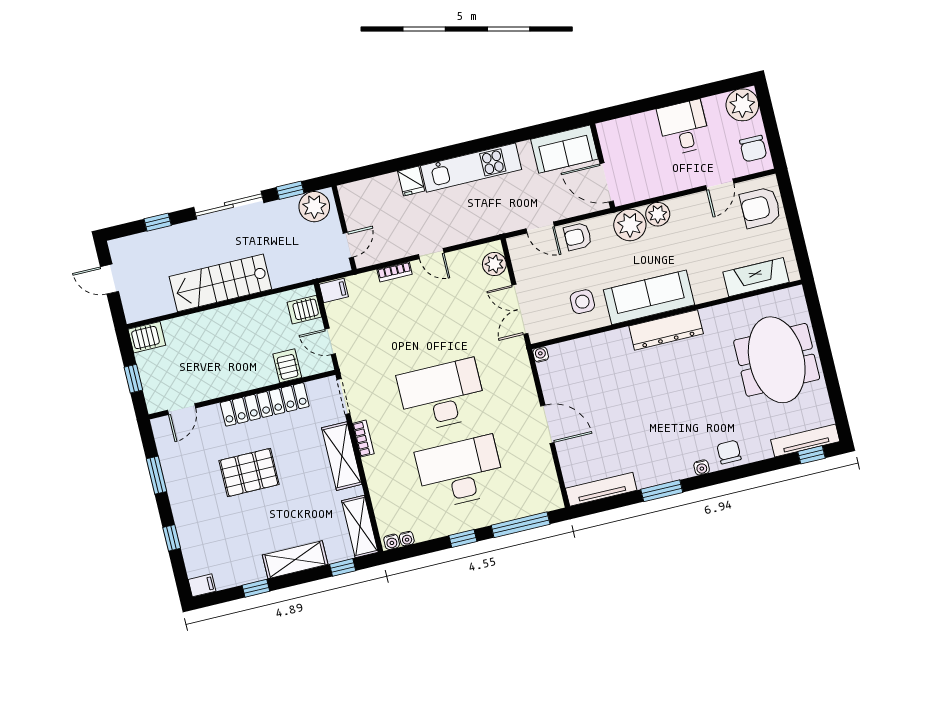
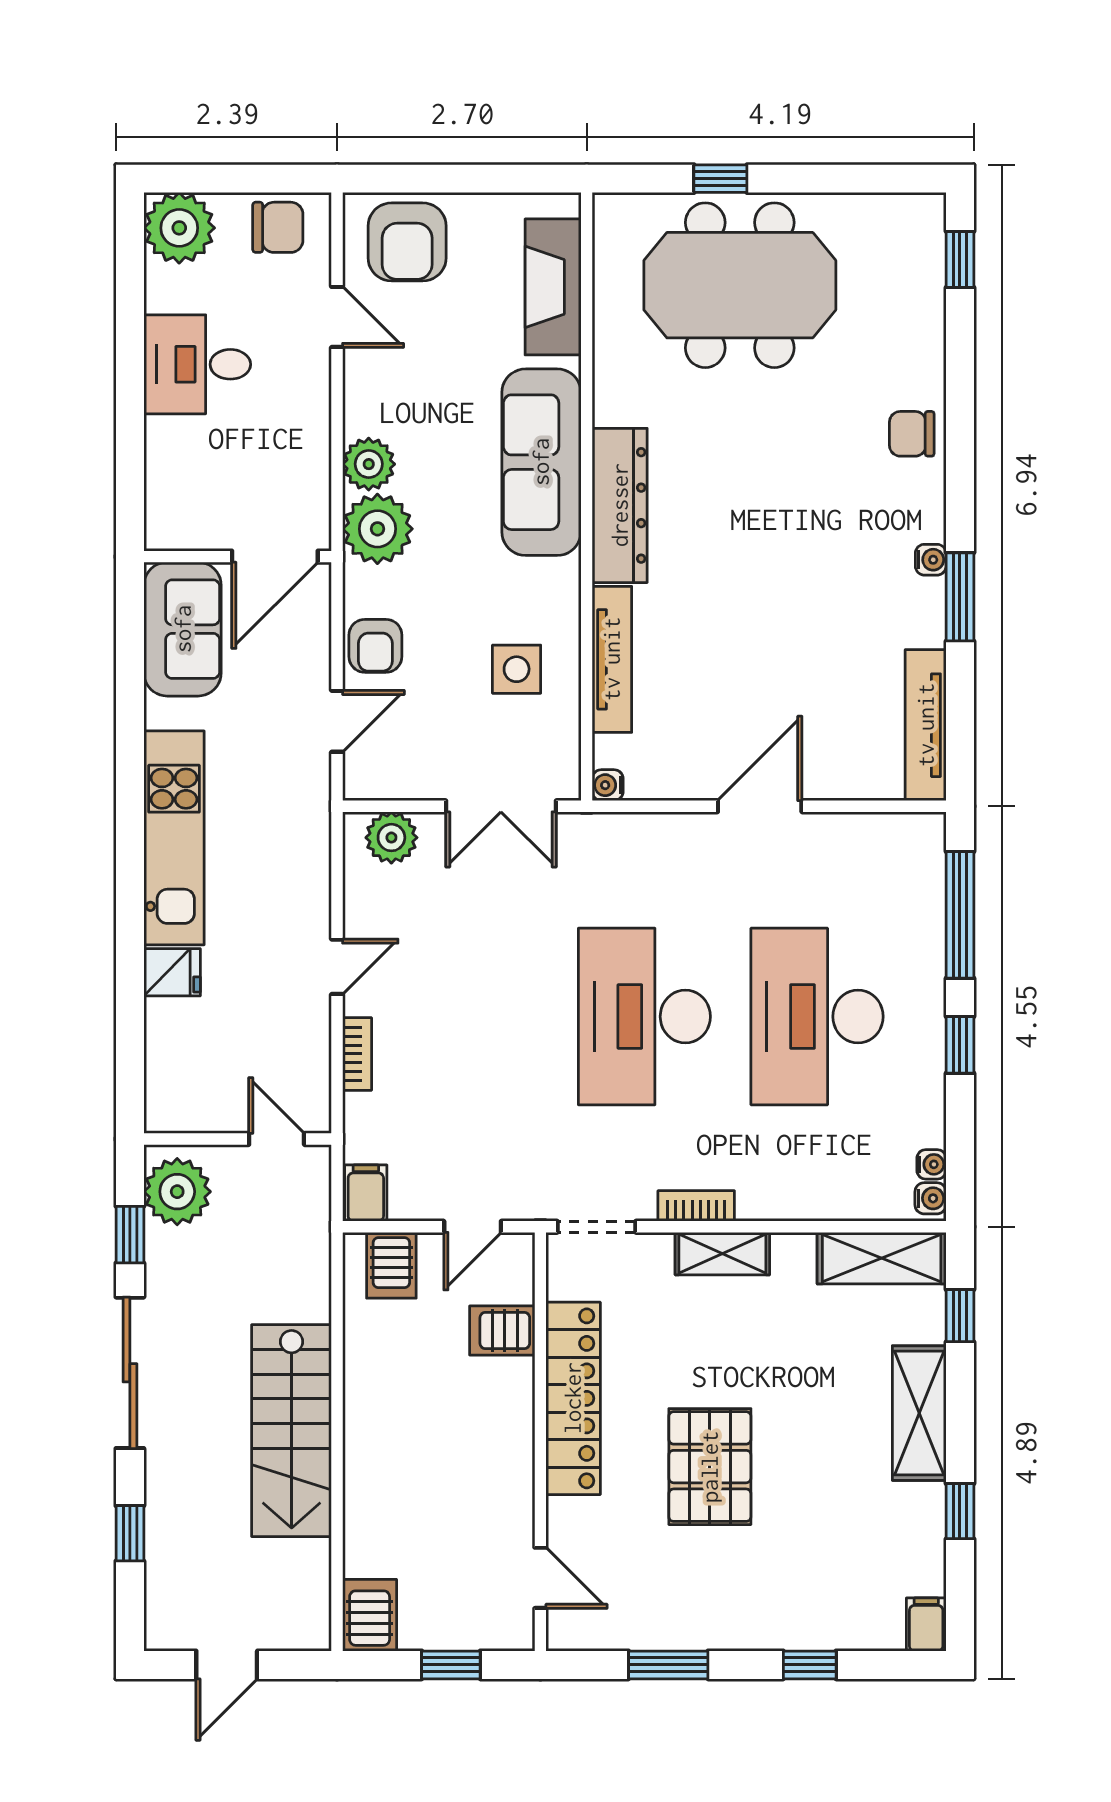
sofa: (649, 297) -> (541, 462), moved
window: (822, 340) -> (720, 179), added
tv unit: (805, 441) -> (612, 659), moved, turned 180
shelving: (342, 456) -> (722, 1254), width x0.67, depth x0.75
water cooler: (702, 467) -> (931, 560), moved

